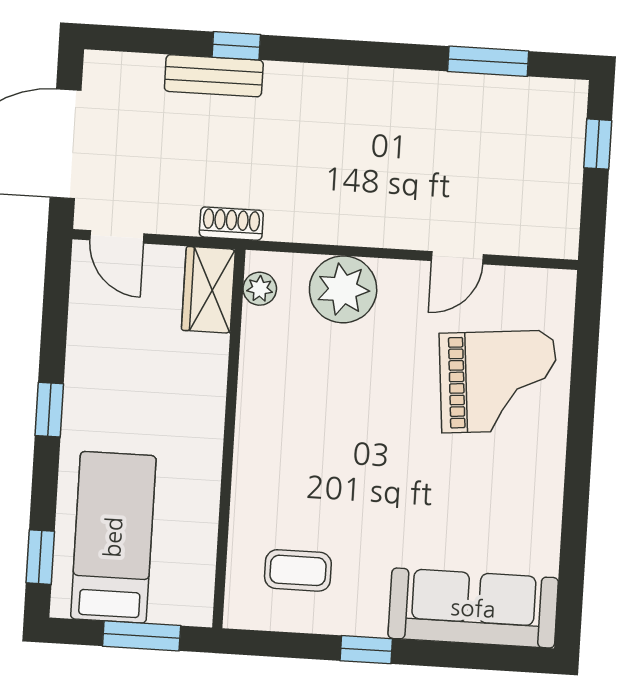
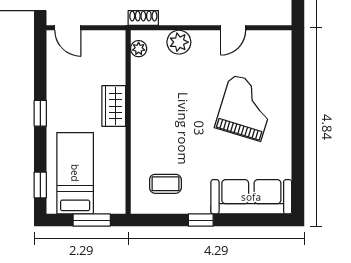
shoe rack: (231, 224) -> (143, 18), moved
plant: (343, 289) -> (179, 42), width x0.73, depth x0.73
wardrobe: (208, 290) -> (114, 106), moved
grand piano: (498, 382) -> (246, 108), moved, turned -68

